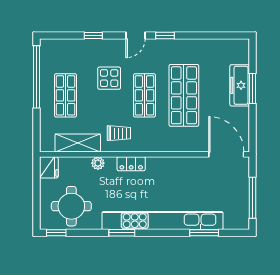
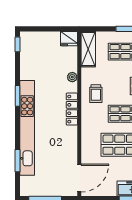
shelving: (78, 143) -> (88, 49), moved
locker: (131, 164) -> (72, 109), width x1.53
round table: (71, 206) -> (38, 56), removed

